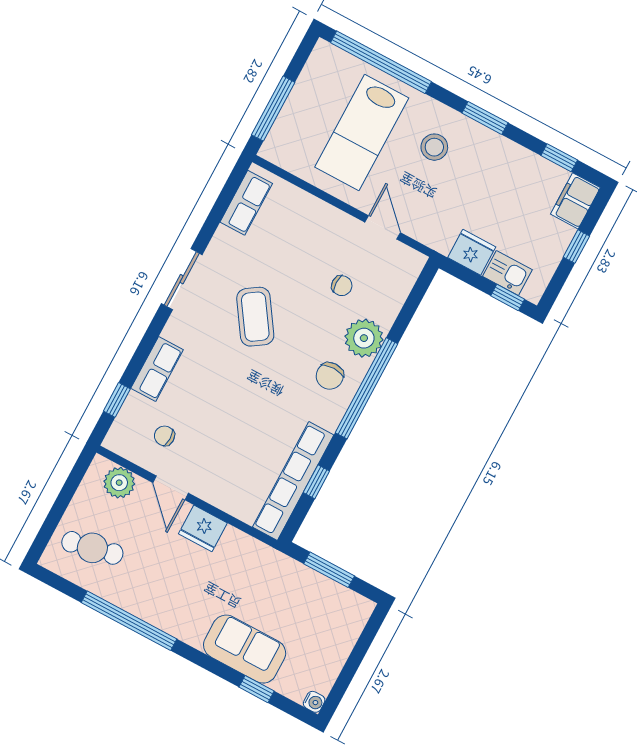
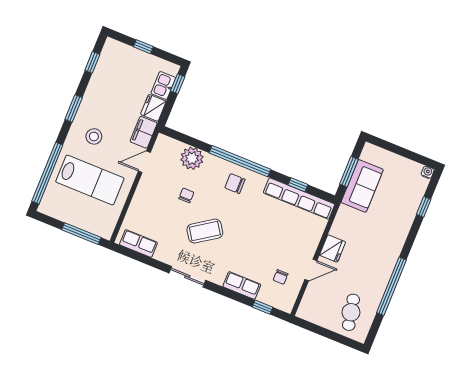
filing cabinet: (575, 201) -> (144, 132), moved, turned 90
chair: (342, 286) -> (186, 195), moved
plant: (364, 338) -> (192, 158), moved
chair: (330, 376) -> (235, 184), turned 180
plant: (119, 483) -> (311, 301), removed
sofa: (245, 649) -> (362, 186), moved, turned 180

